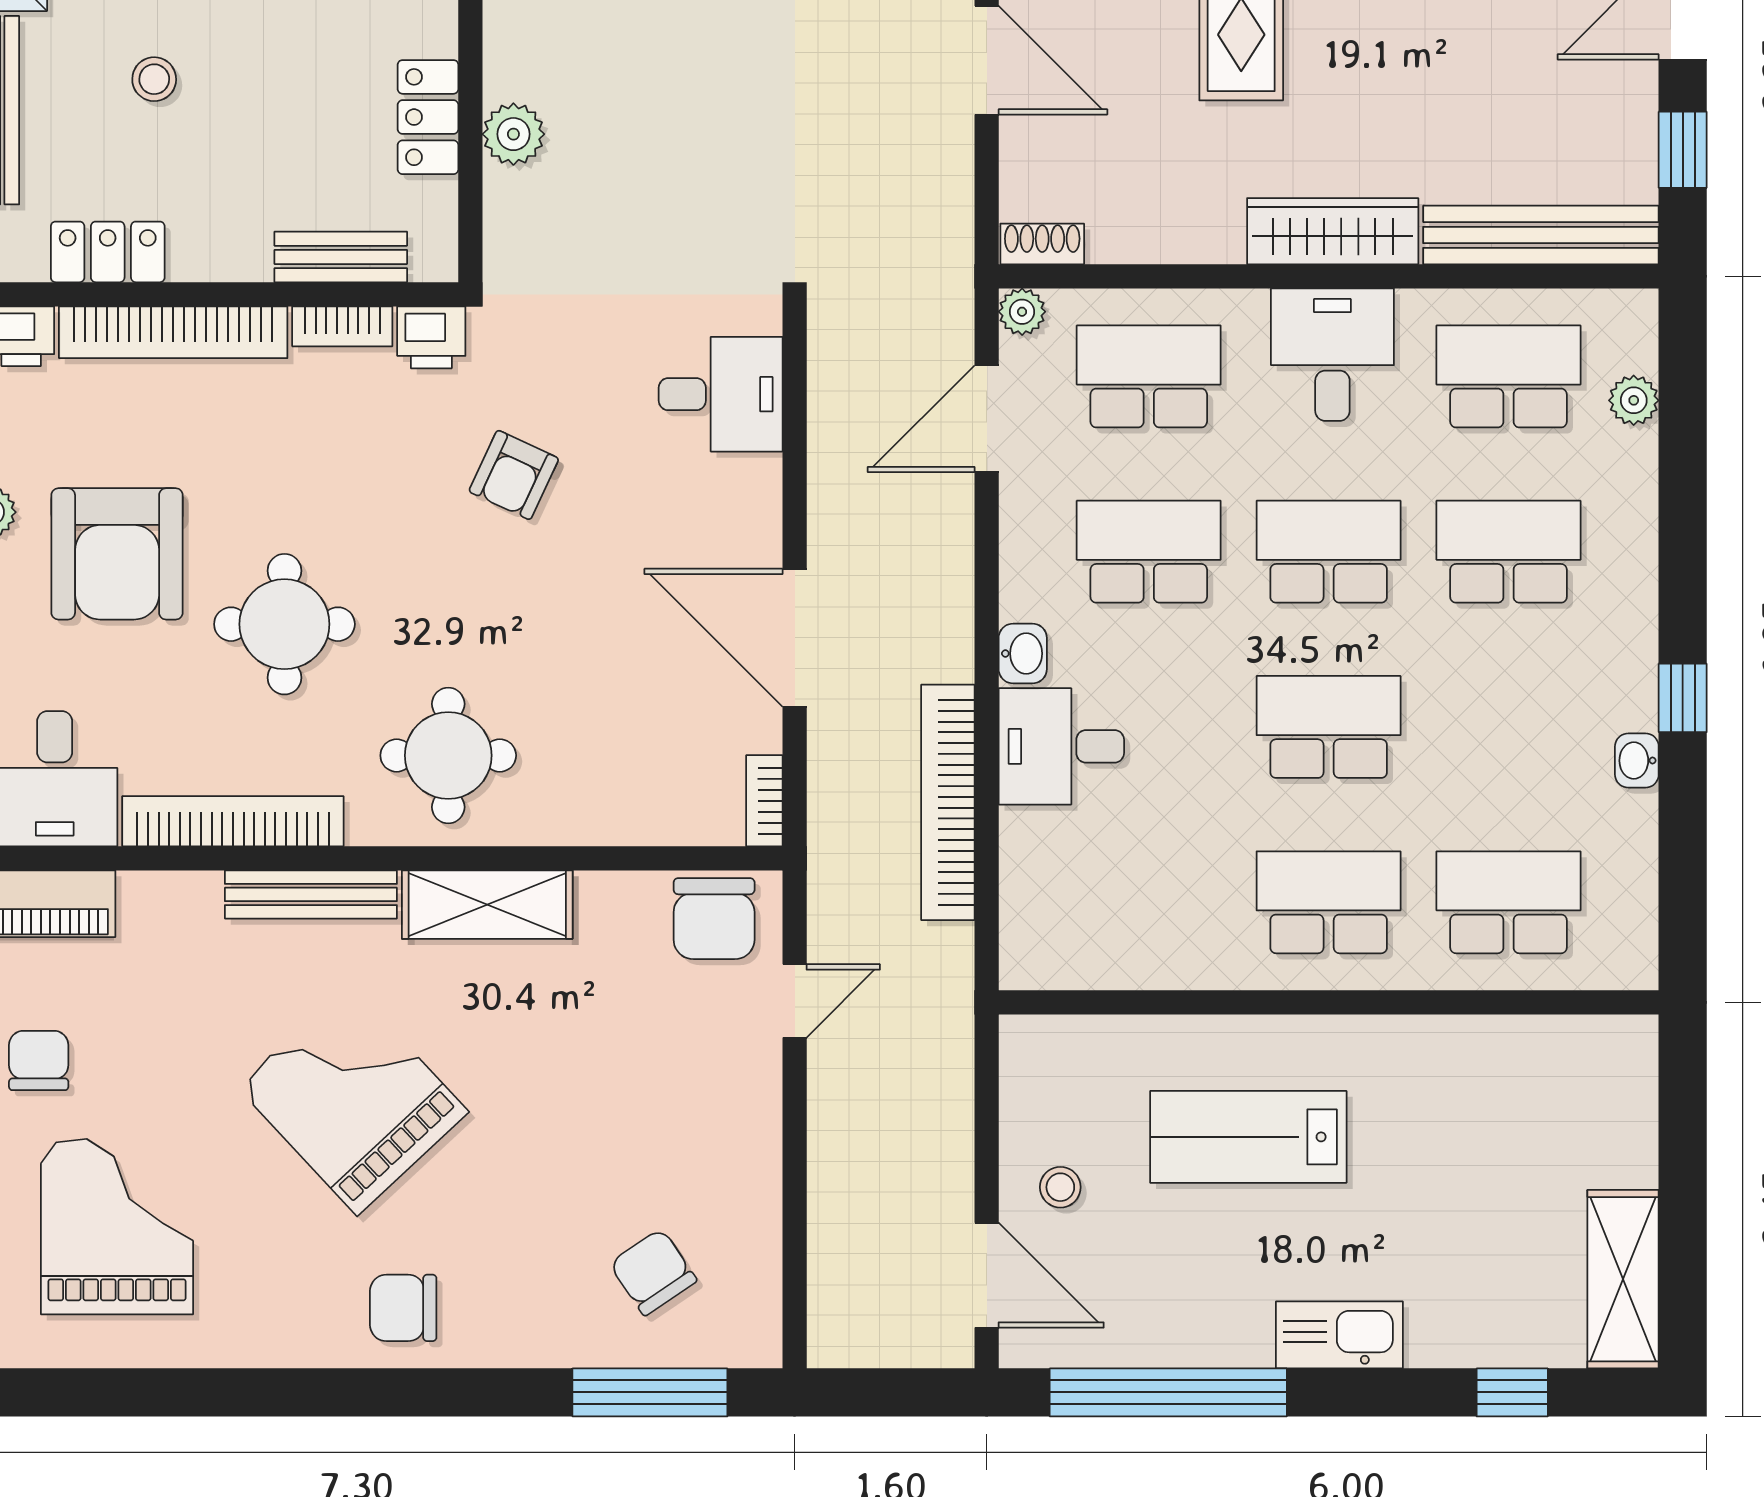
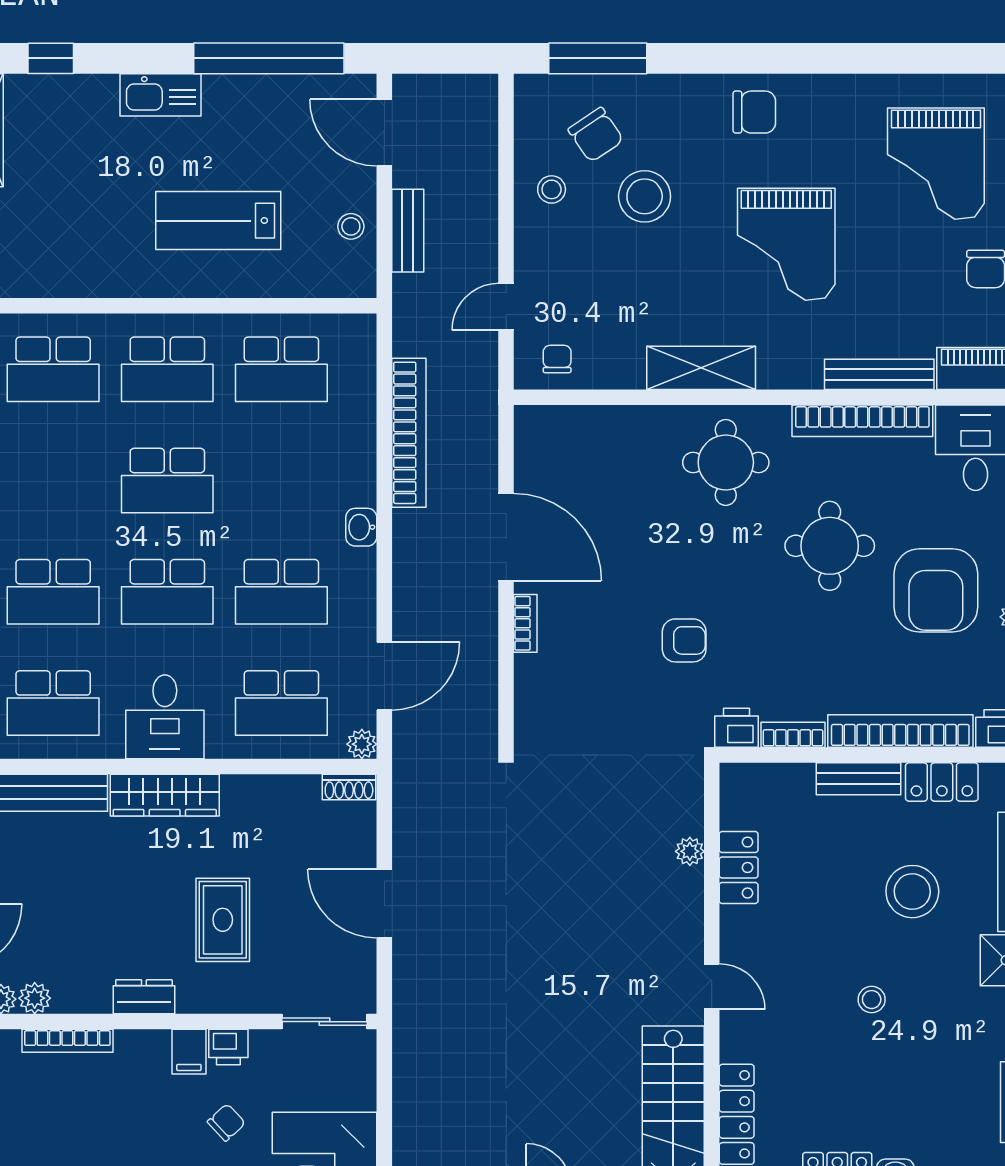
stool: (154, 79) -> (912, 892), width x1.89, depth x1.89
plant: (513, 134) -> (690, 851), width x0.73, depth x0.73
bench: (341, 257) -> (859, 779), moved
desk: (721, 394) -> (553, 692), removed
armchair: (514, 475) -> (684, 640), turned 65
armchair: (117, 554) -> (936, 590), turned 180
desk: (1061, 746) -> (337, 468), removed
bookcase: (764, 801) -> (525, 623), moved
bench: (311, 894) -> (879, 374), moved
school desk: (1149, 902) -> (281, 369), added
chair: (714, 919) -> (557, 359), width x0.54, depth x0.54
grand piano: (353, 1099) -> (786, 244), turned 43
bench: (950, 1121) -> (408, 231), added
lab bench: (1248, 1137) -> (218, 221), turned 180
stool: (576, 1175) -> (645, 196), added
stool: (723, 1186) -> (552, 189), added
stool: (1060, 1187) -> (351, 226), moved

